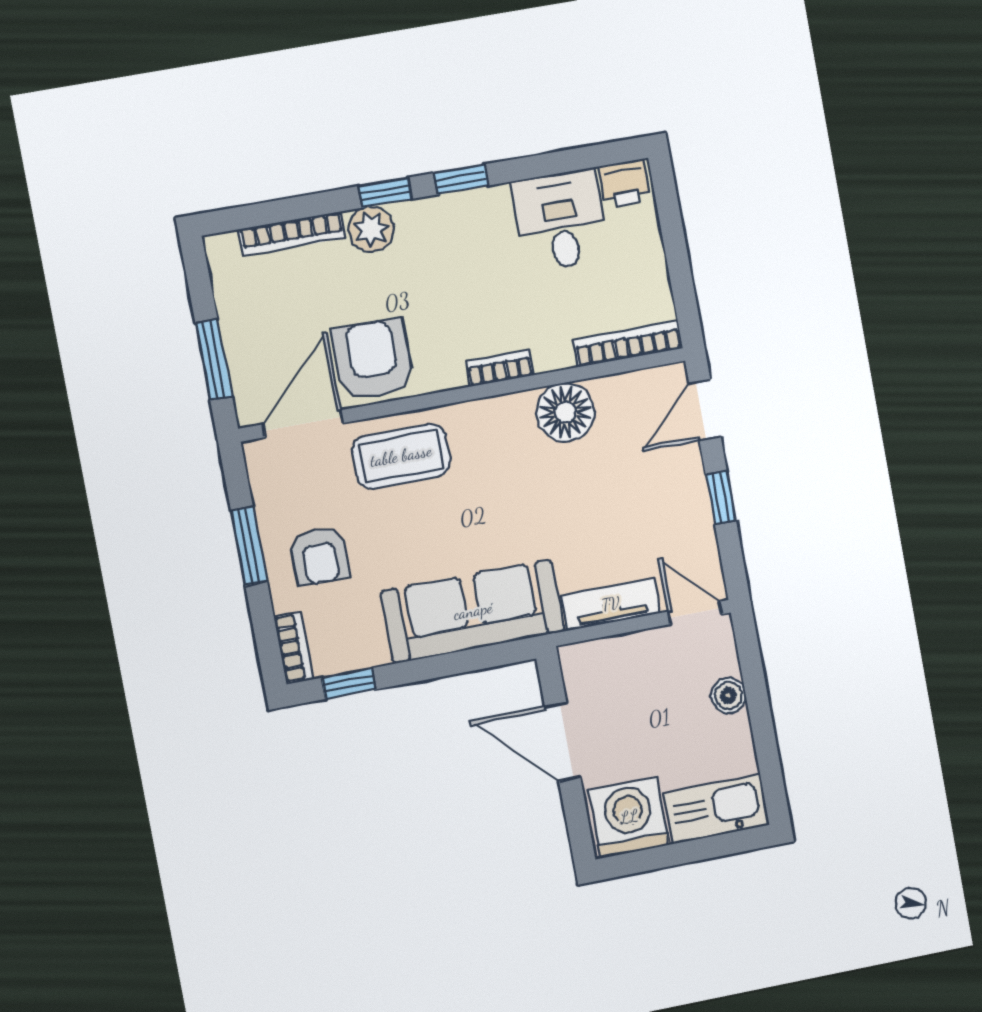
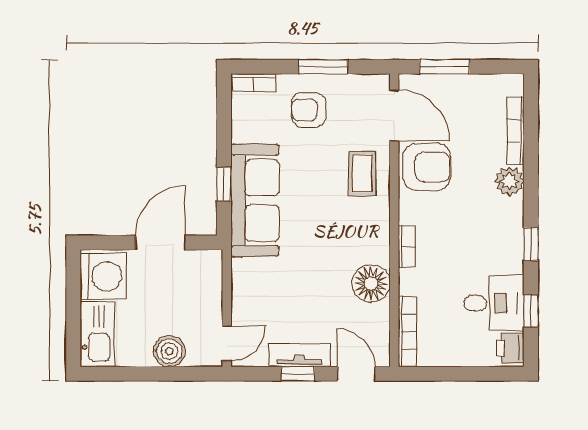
window: (385, 193) -> (531, 311), moved
coffee table: (401, 456) -> (362, 173), width x0.73, depth x0.77
tv unit: (611, 604) -> (299, 355), moved, turned -90
window: (349, 684) -> (224, 184), moved
boiler: (728, 695) -> (169, 351), width x1.36, depth x1.36

